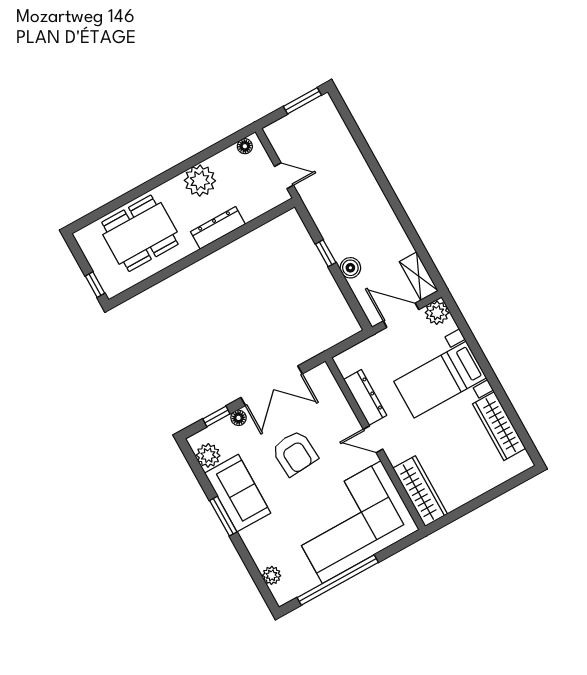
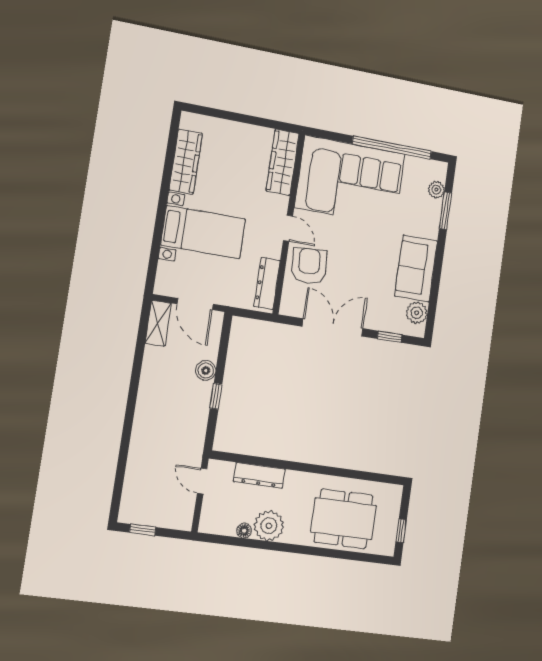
window: (302, 101) -> (143, 530), width x0.67
floor lamp: (245, 146) -> (244, 531), moved
dresser: (218, 228) -> (259, 475), moved
window: (95, 285) -> (401, 531), moved
plant: (437, 313) -> (166, 284), removed
dresser: (365, 397) -> (267, 283), moved
floor lamp: (239, 418) -> (374, 323), removed
armchair: (295, 453) -> (309, 266), moved
window: (223, 516) -> (446, 211), moved

